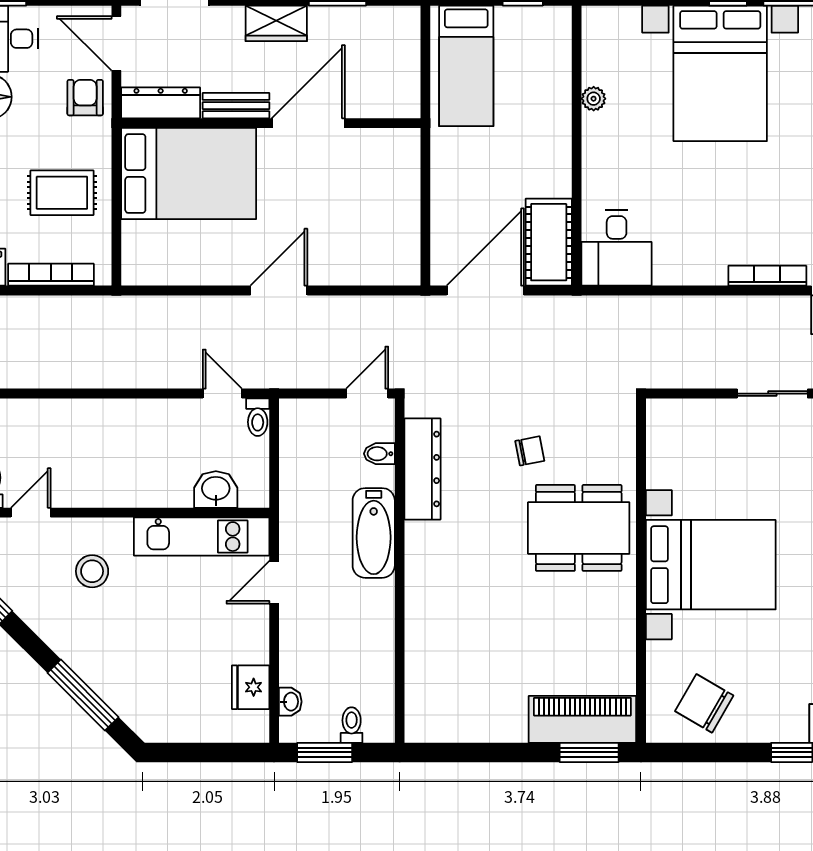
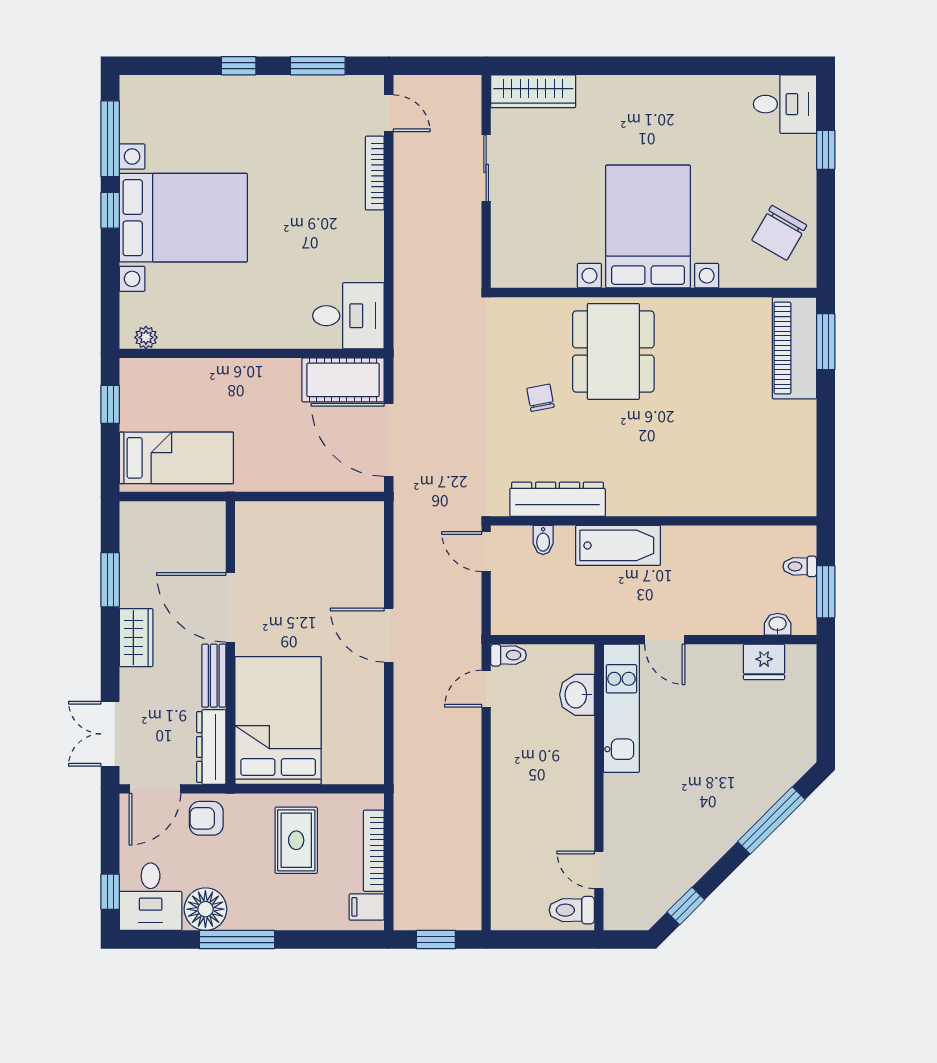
plant: (594, 99) -> (146, 337), moved
stool: (92, 571) -> (654, 812), removed

